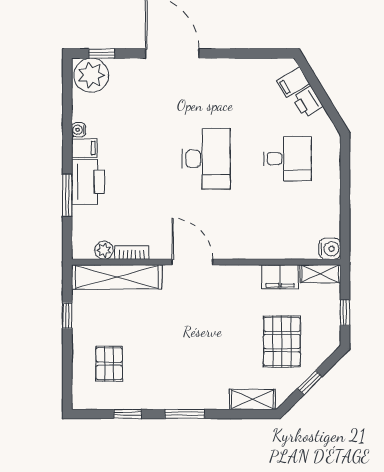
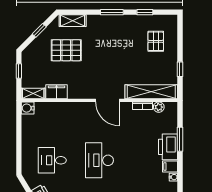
pallet: (282, 342) -> (66, 50), moved, turned 90

